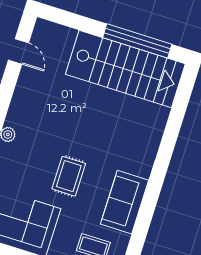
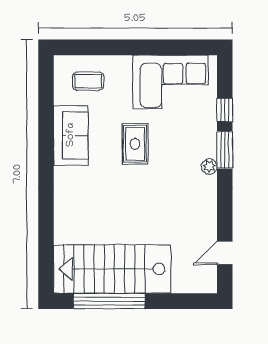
door: (19, 51) -> (225, 253), hinge flipped

